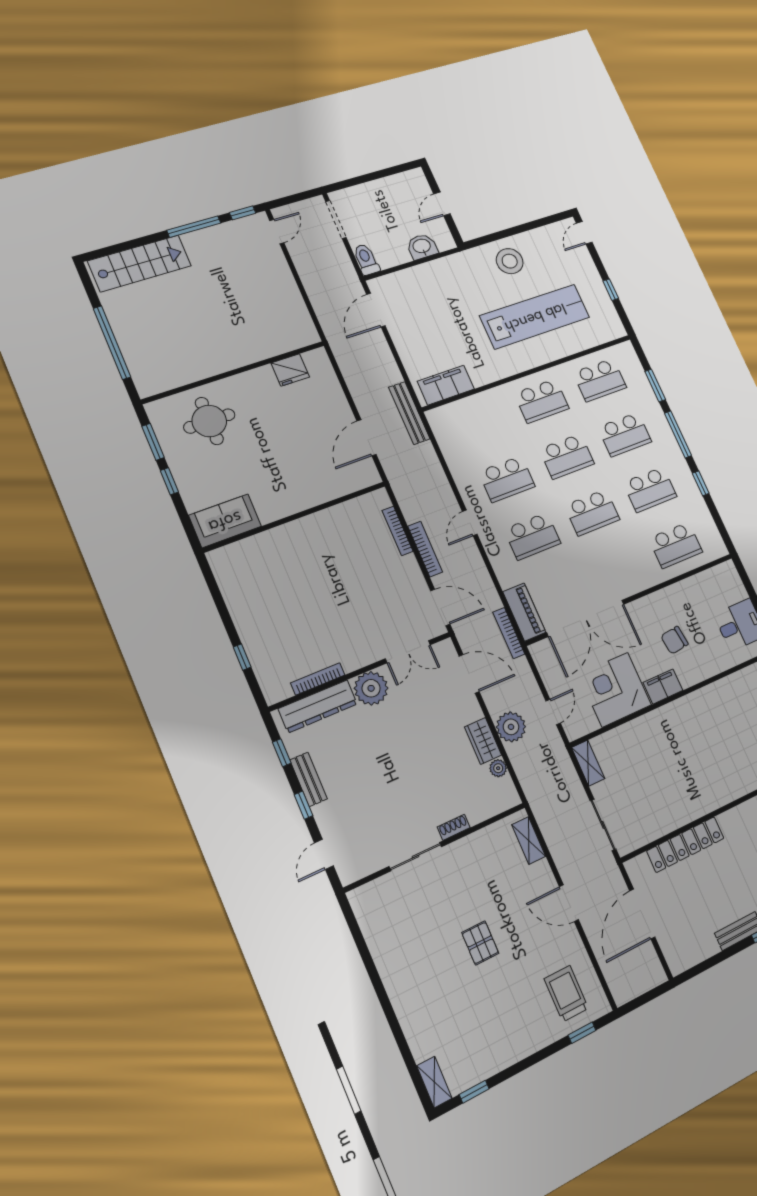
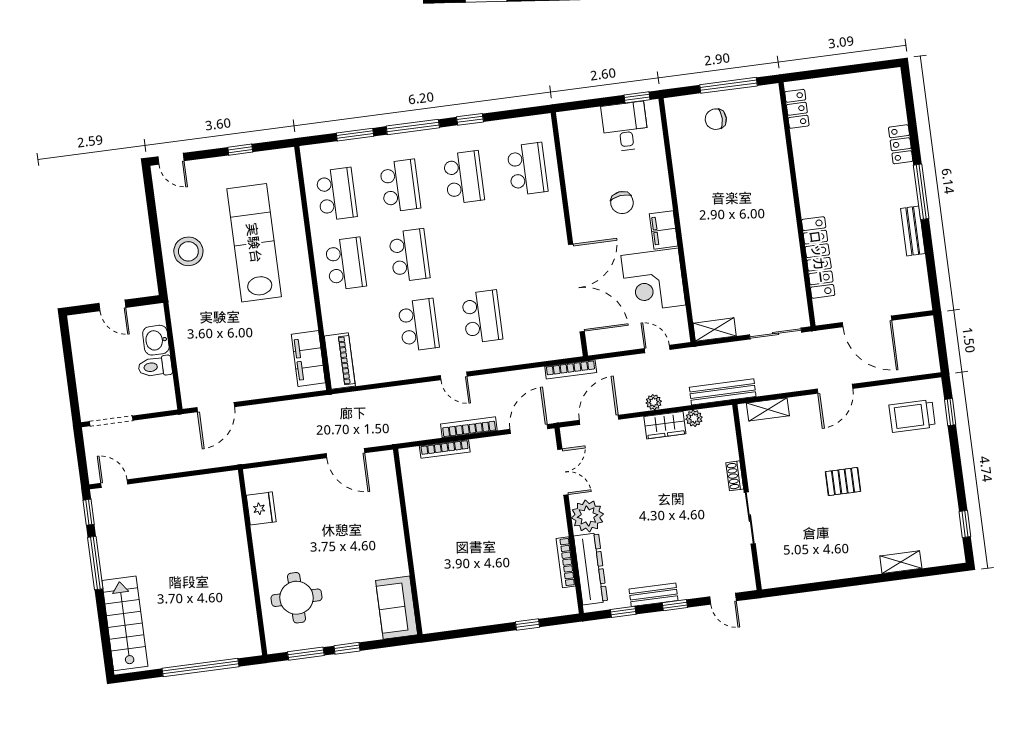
toilet: (366, 260) -> (155, 367), moved
door: (376, 310) -> (216, 407), hinge flipped
bench: (409, 413) -> (723, 392), moved
school desk: (592, 512) -> (473, 247), removed
piano: (524, 612) -> (340, 361), moved, turned 90
plant: (511, 727) -> (654, 402), width x0.53, depth x0.53
shelving: (434, 1082) -> (901, 562), moved

